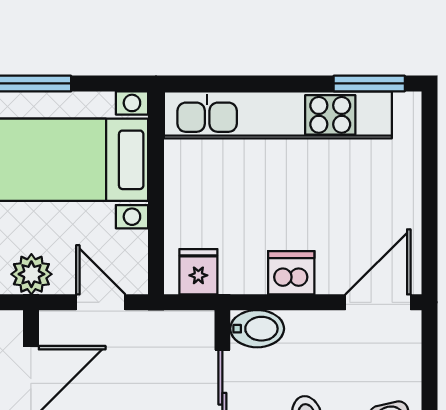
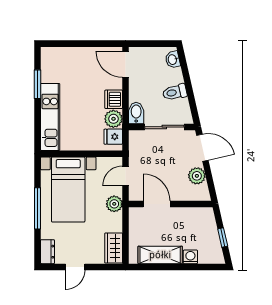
window: (369, 83) -> (37, 84), moved
kitchen unit: (278, 115) -> (50, 117), width x0.73
plant: (243, 272) -> (113, 119), added

